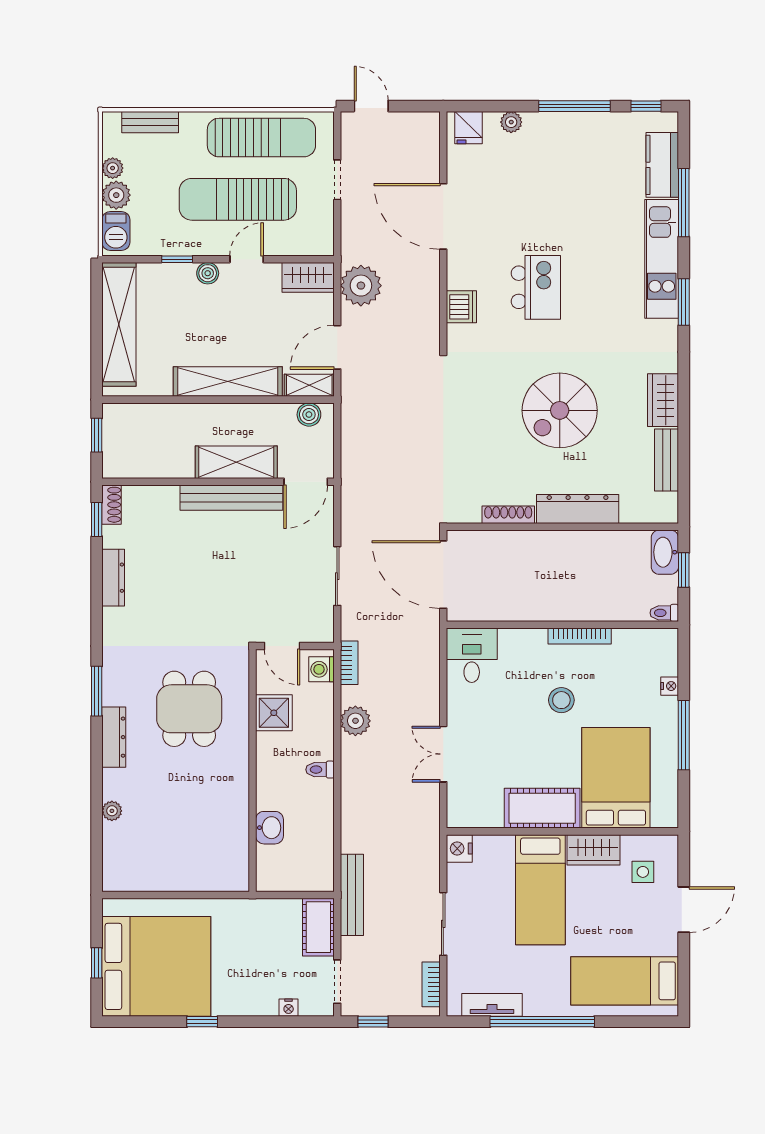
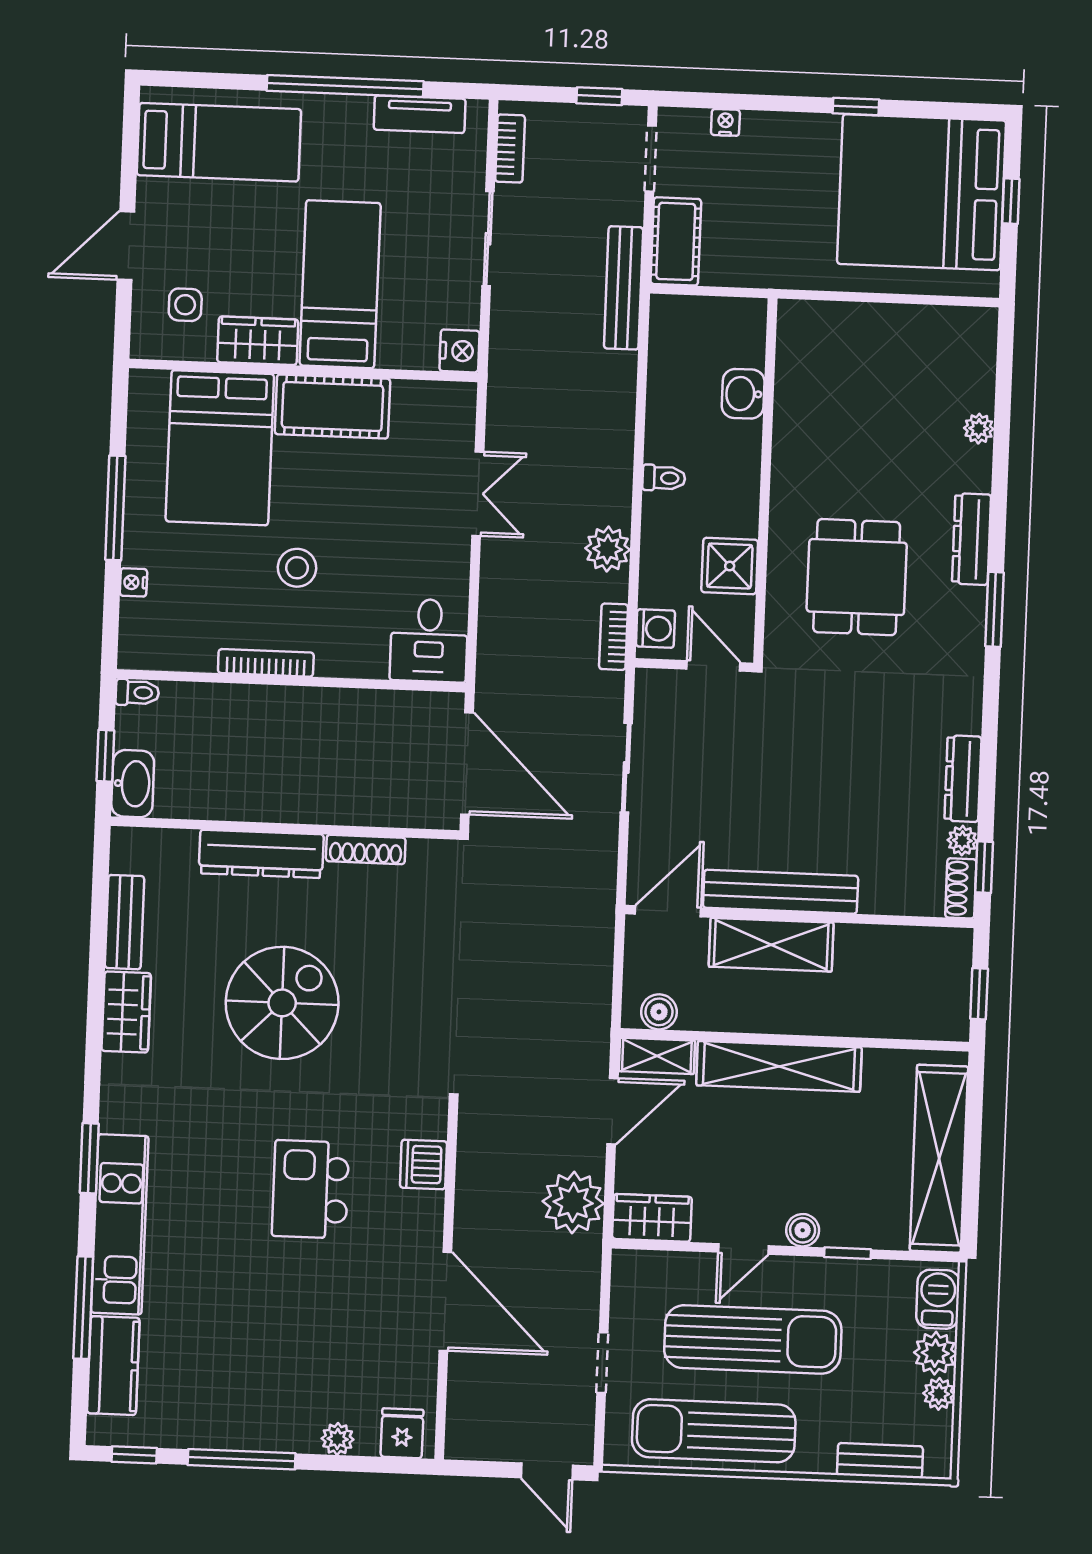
plant: (112, 536) -> (962, 841), added

